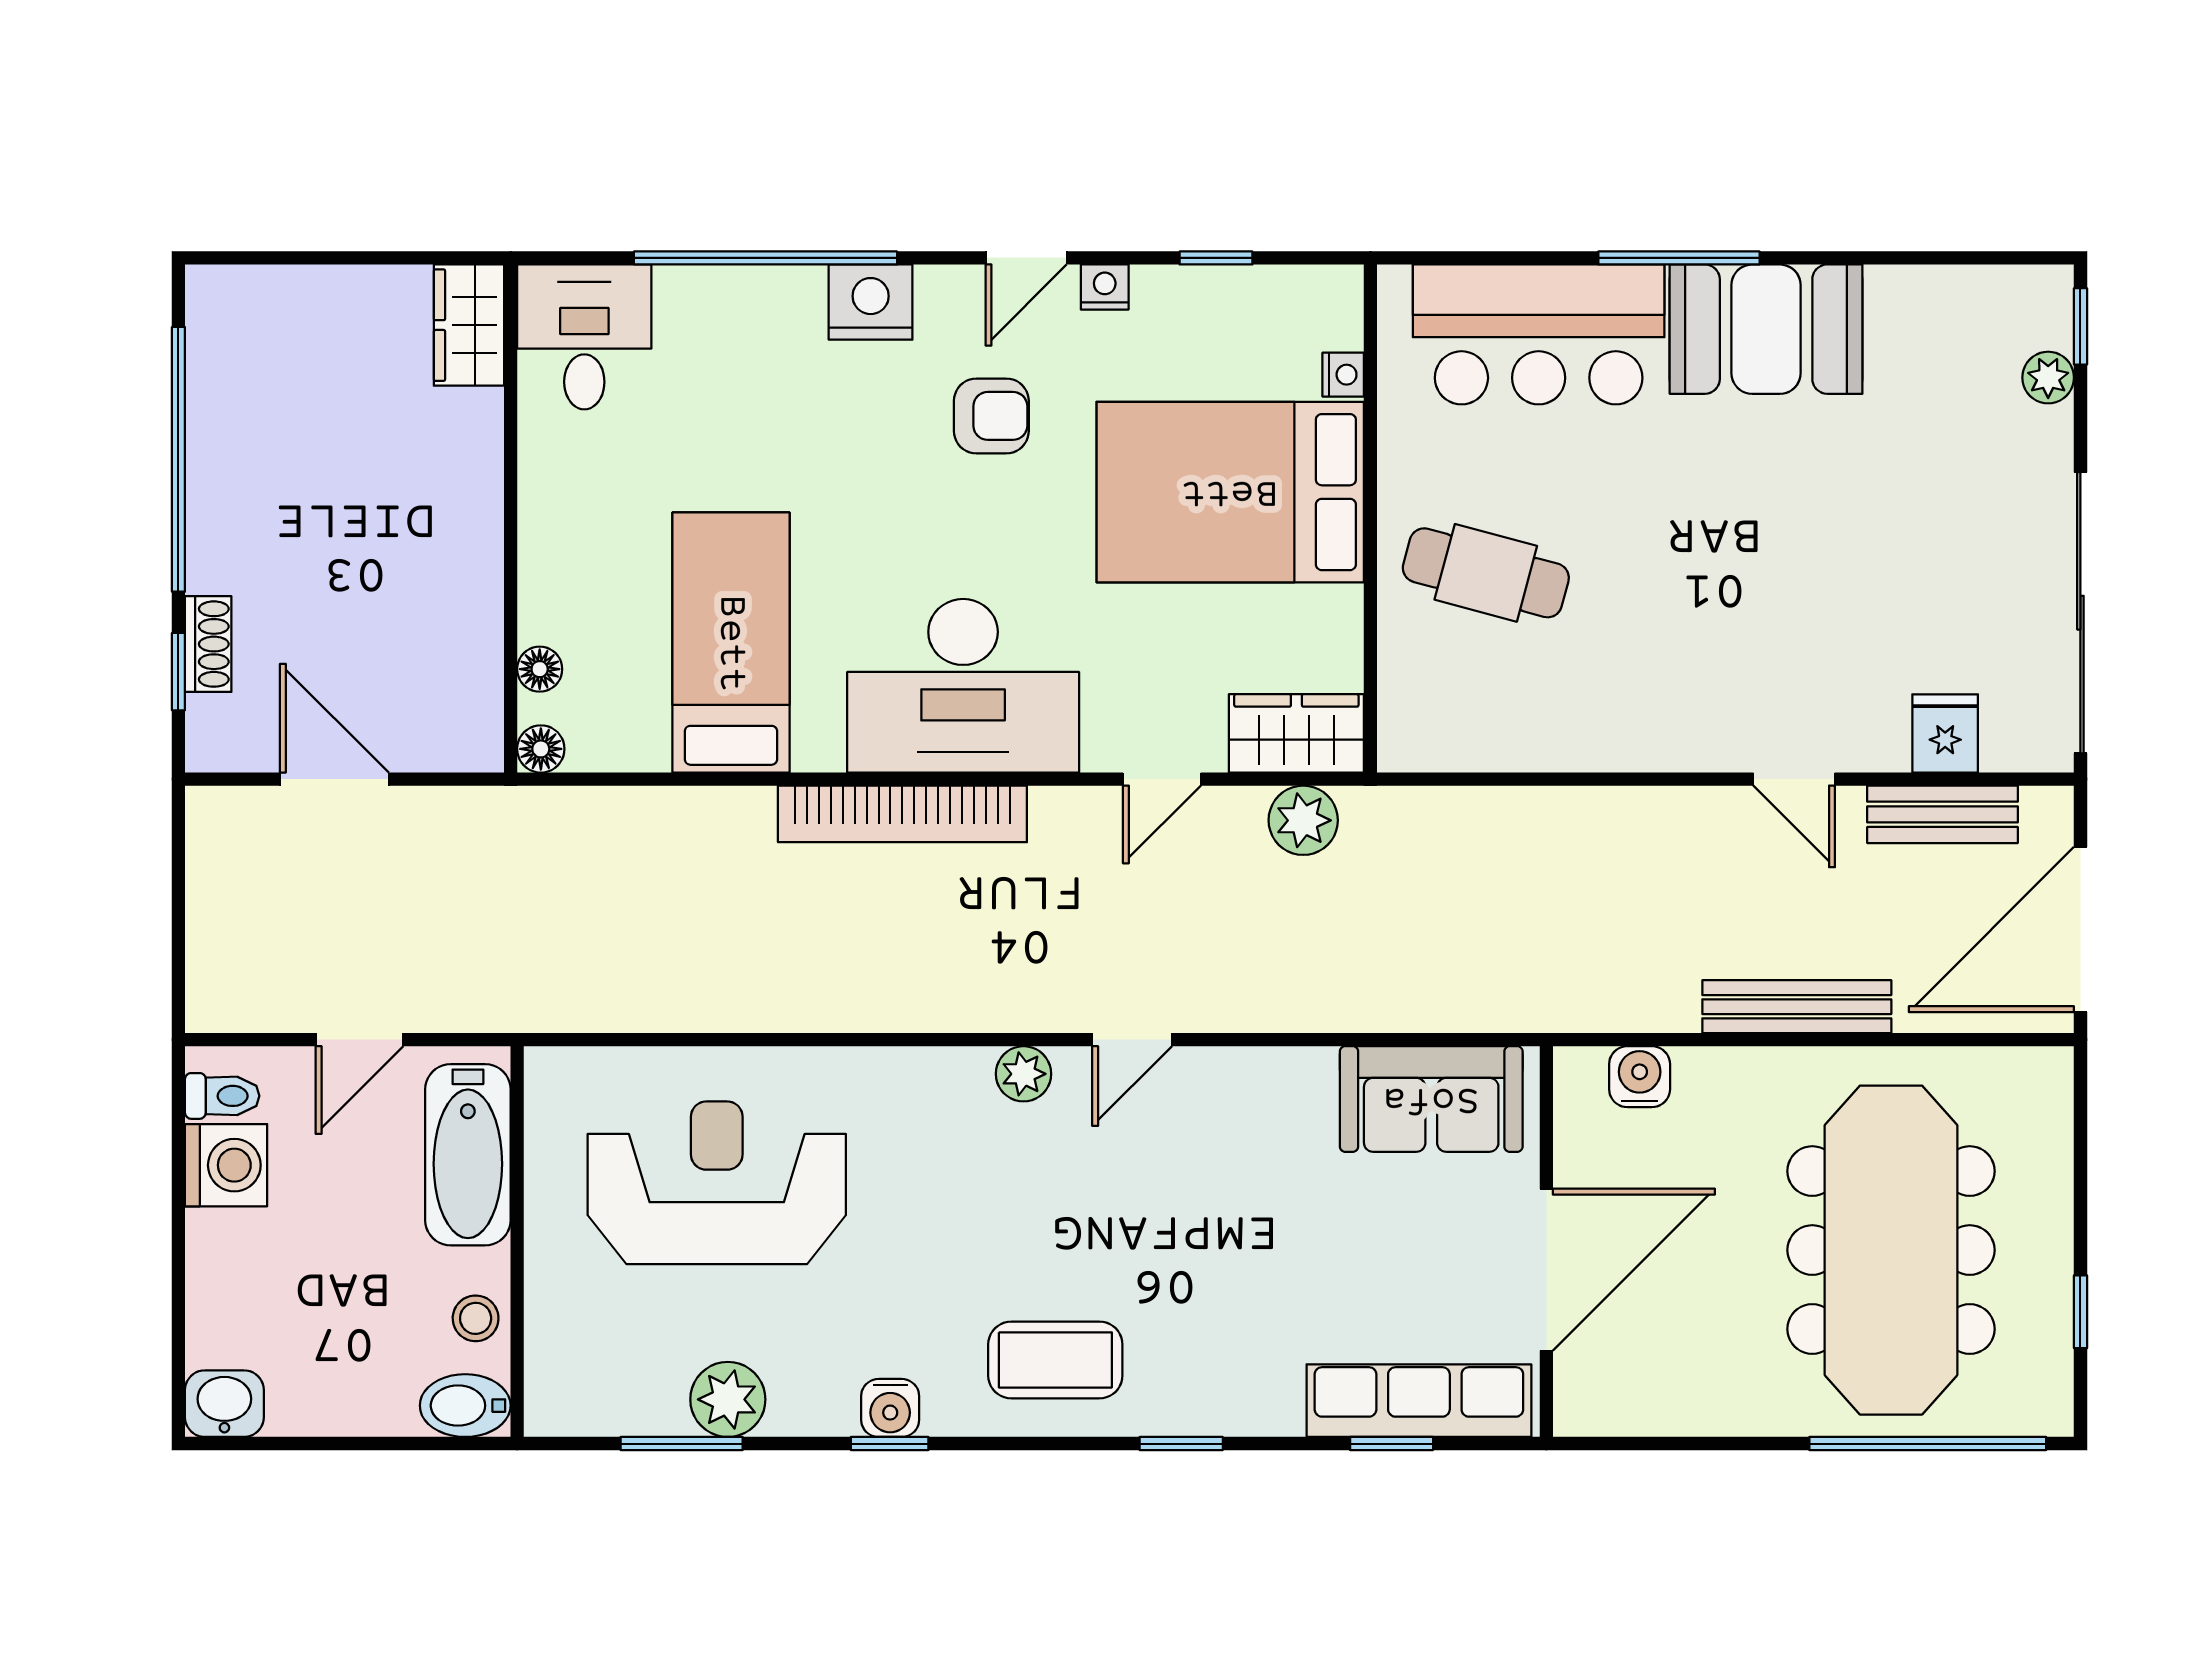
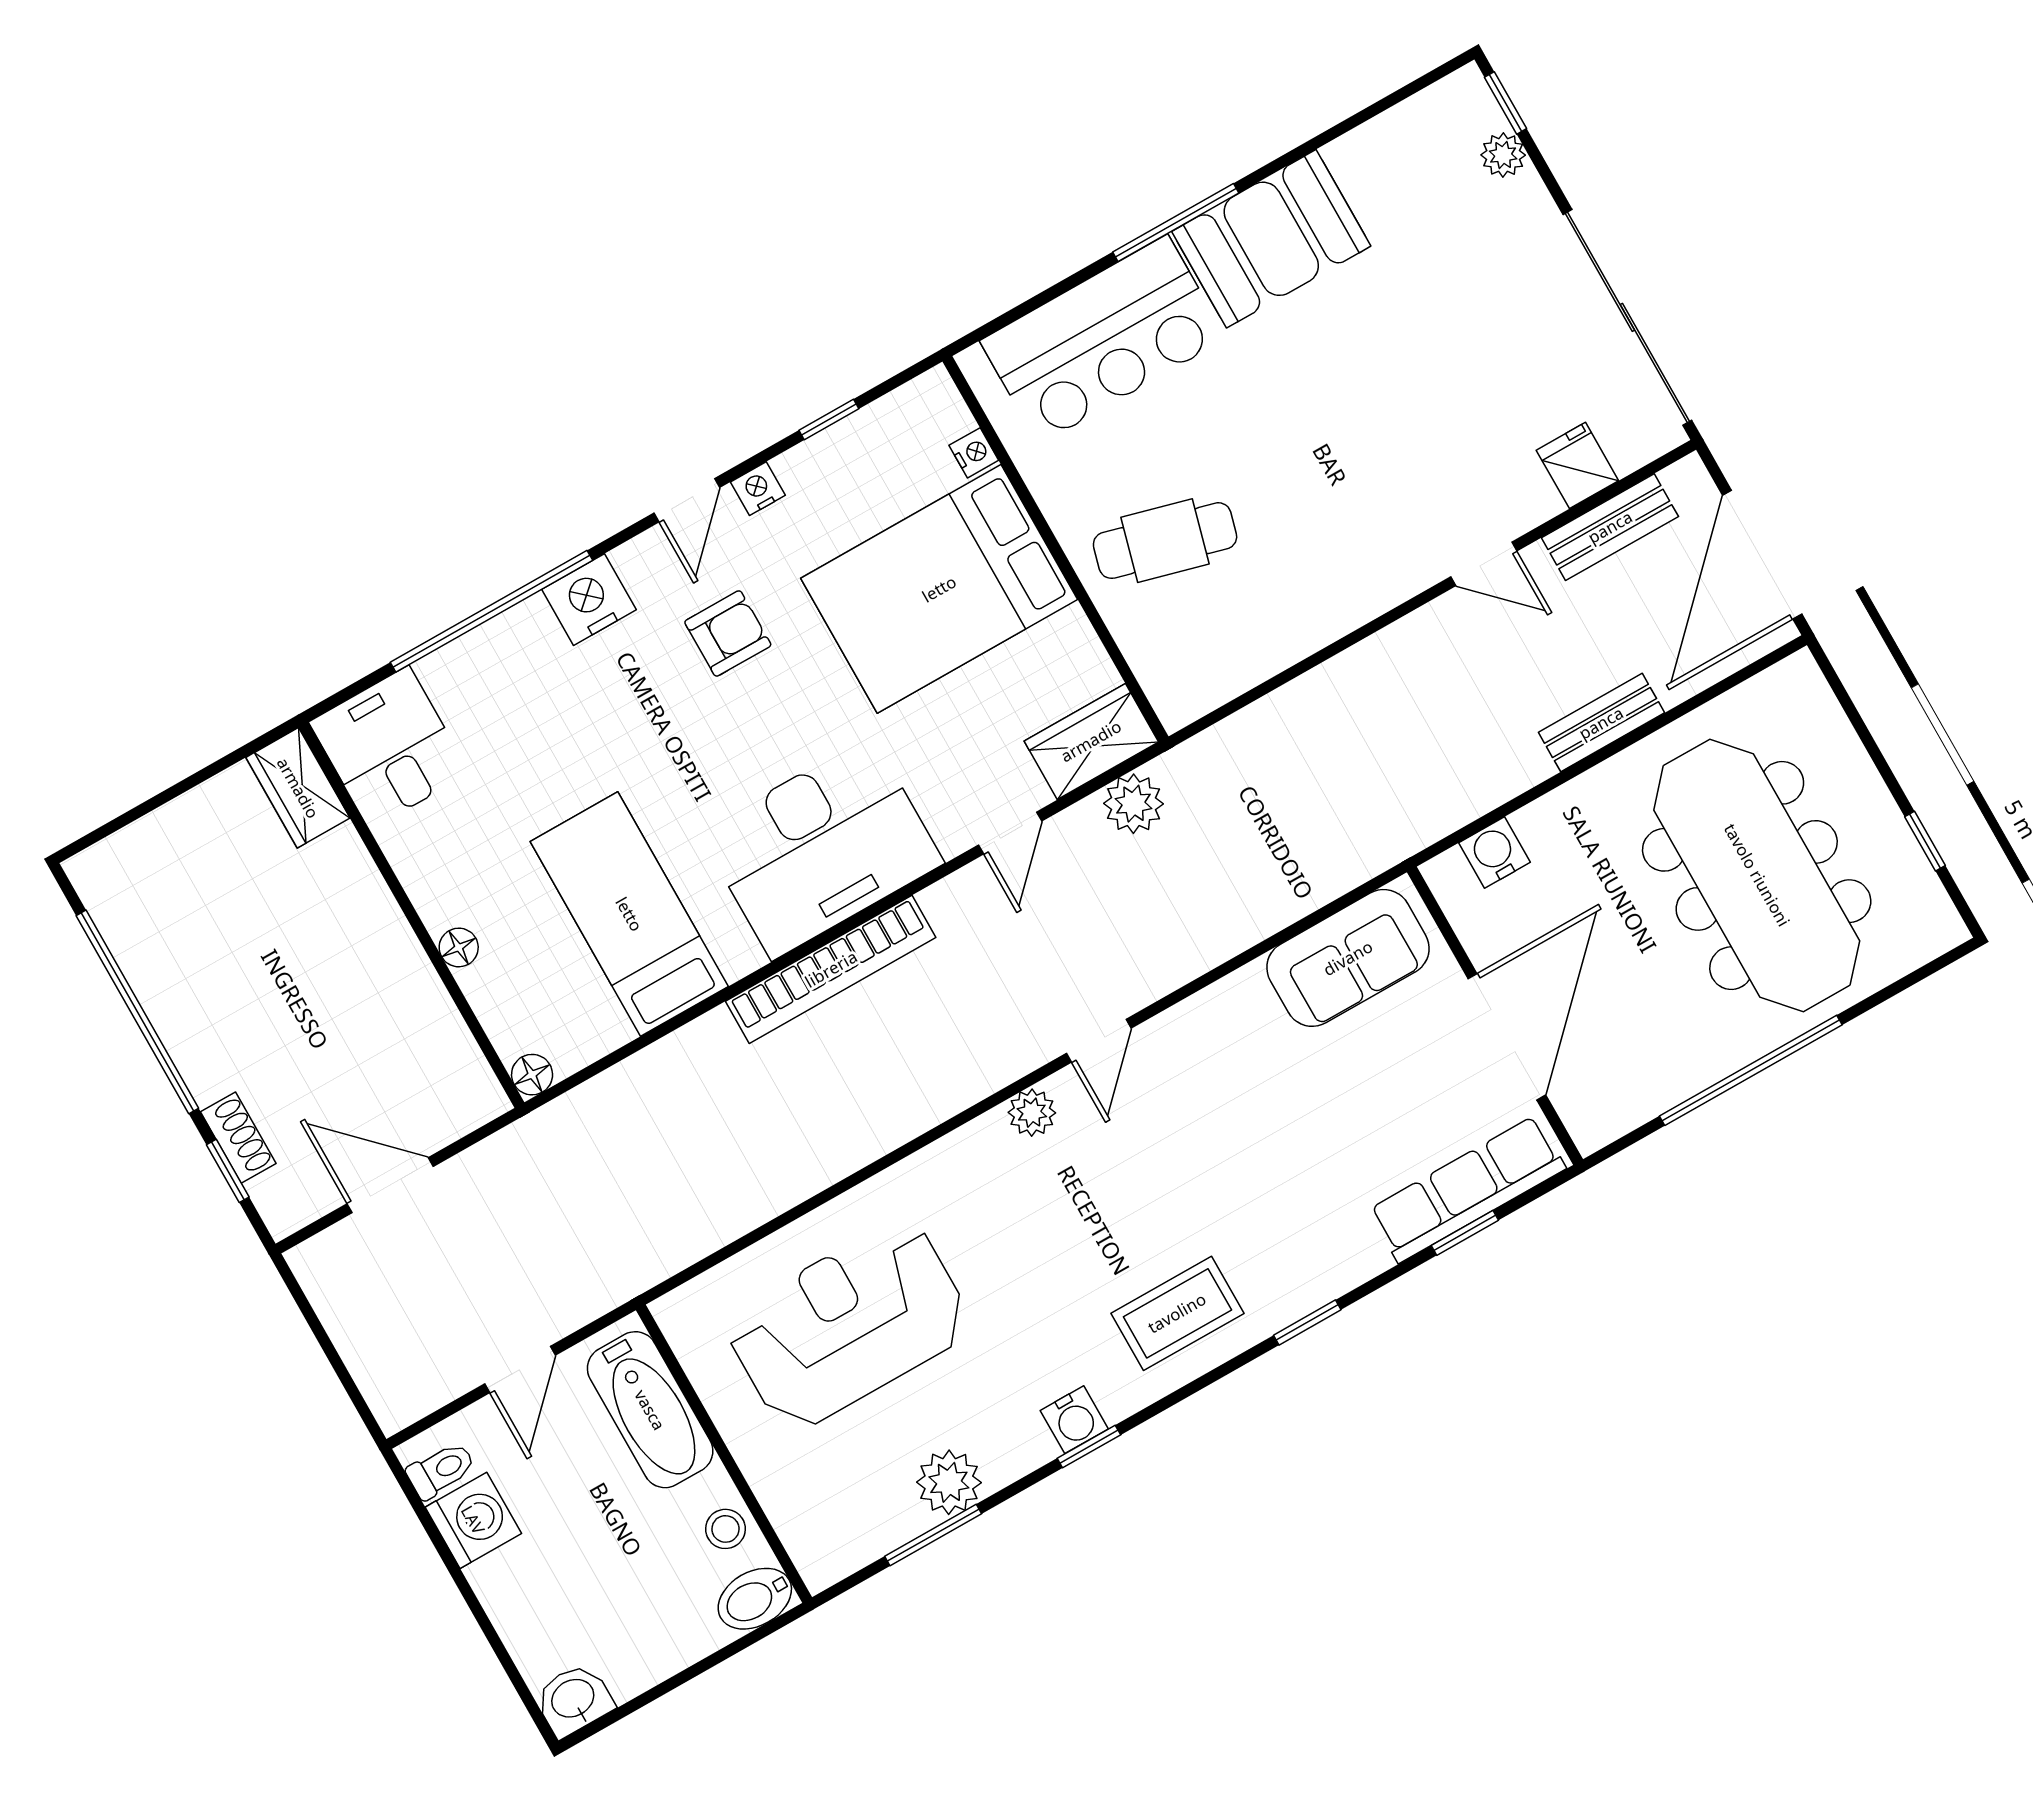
floor lamp: (540, 669) -> (459, 947), moved
bench: (1797, 1007) -> (1601, 723), width x0.73
window: (1928, 1444) -> (1751, 1070), moved

